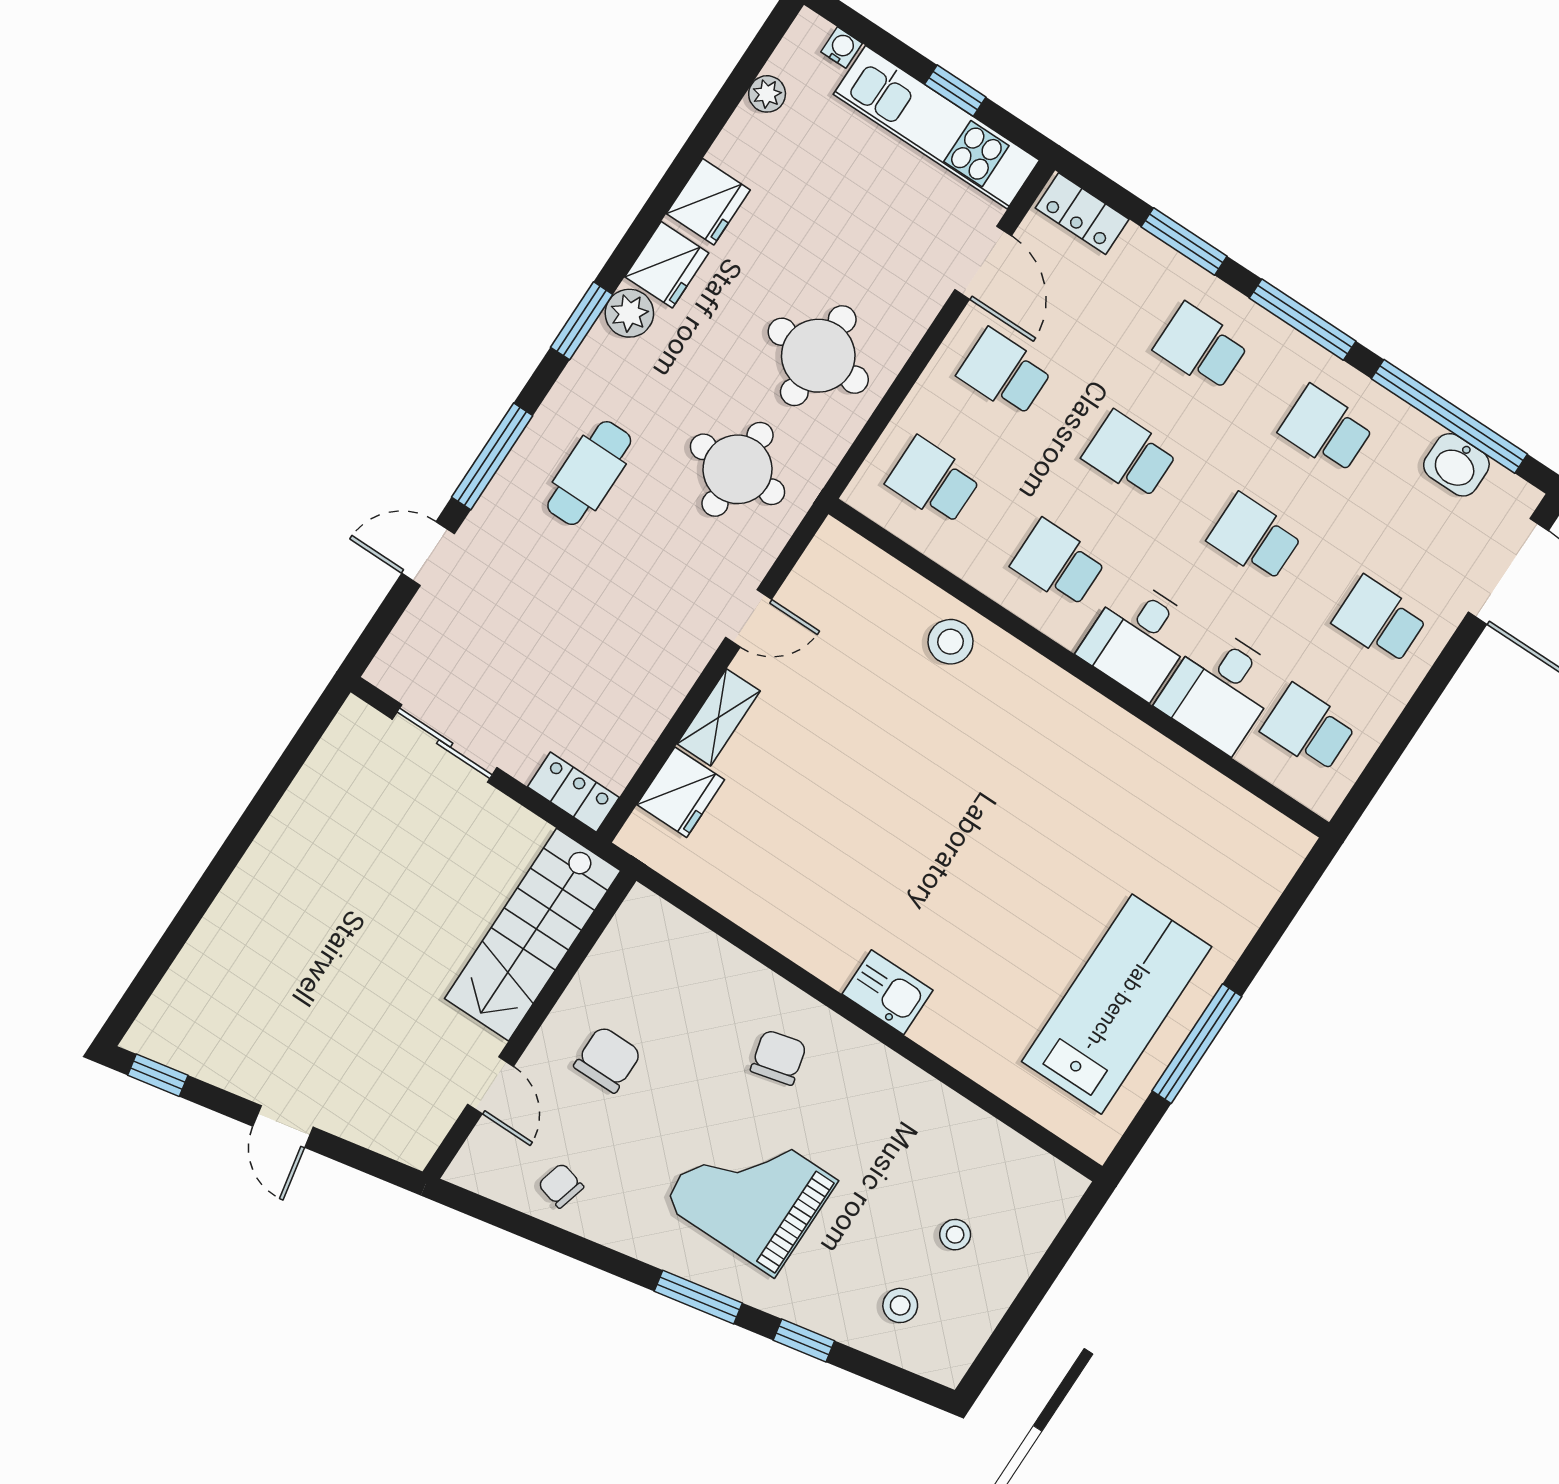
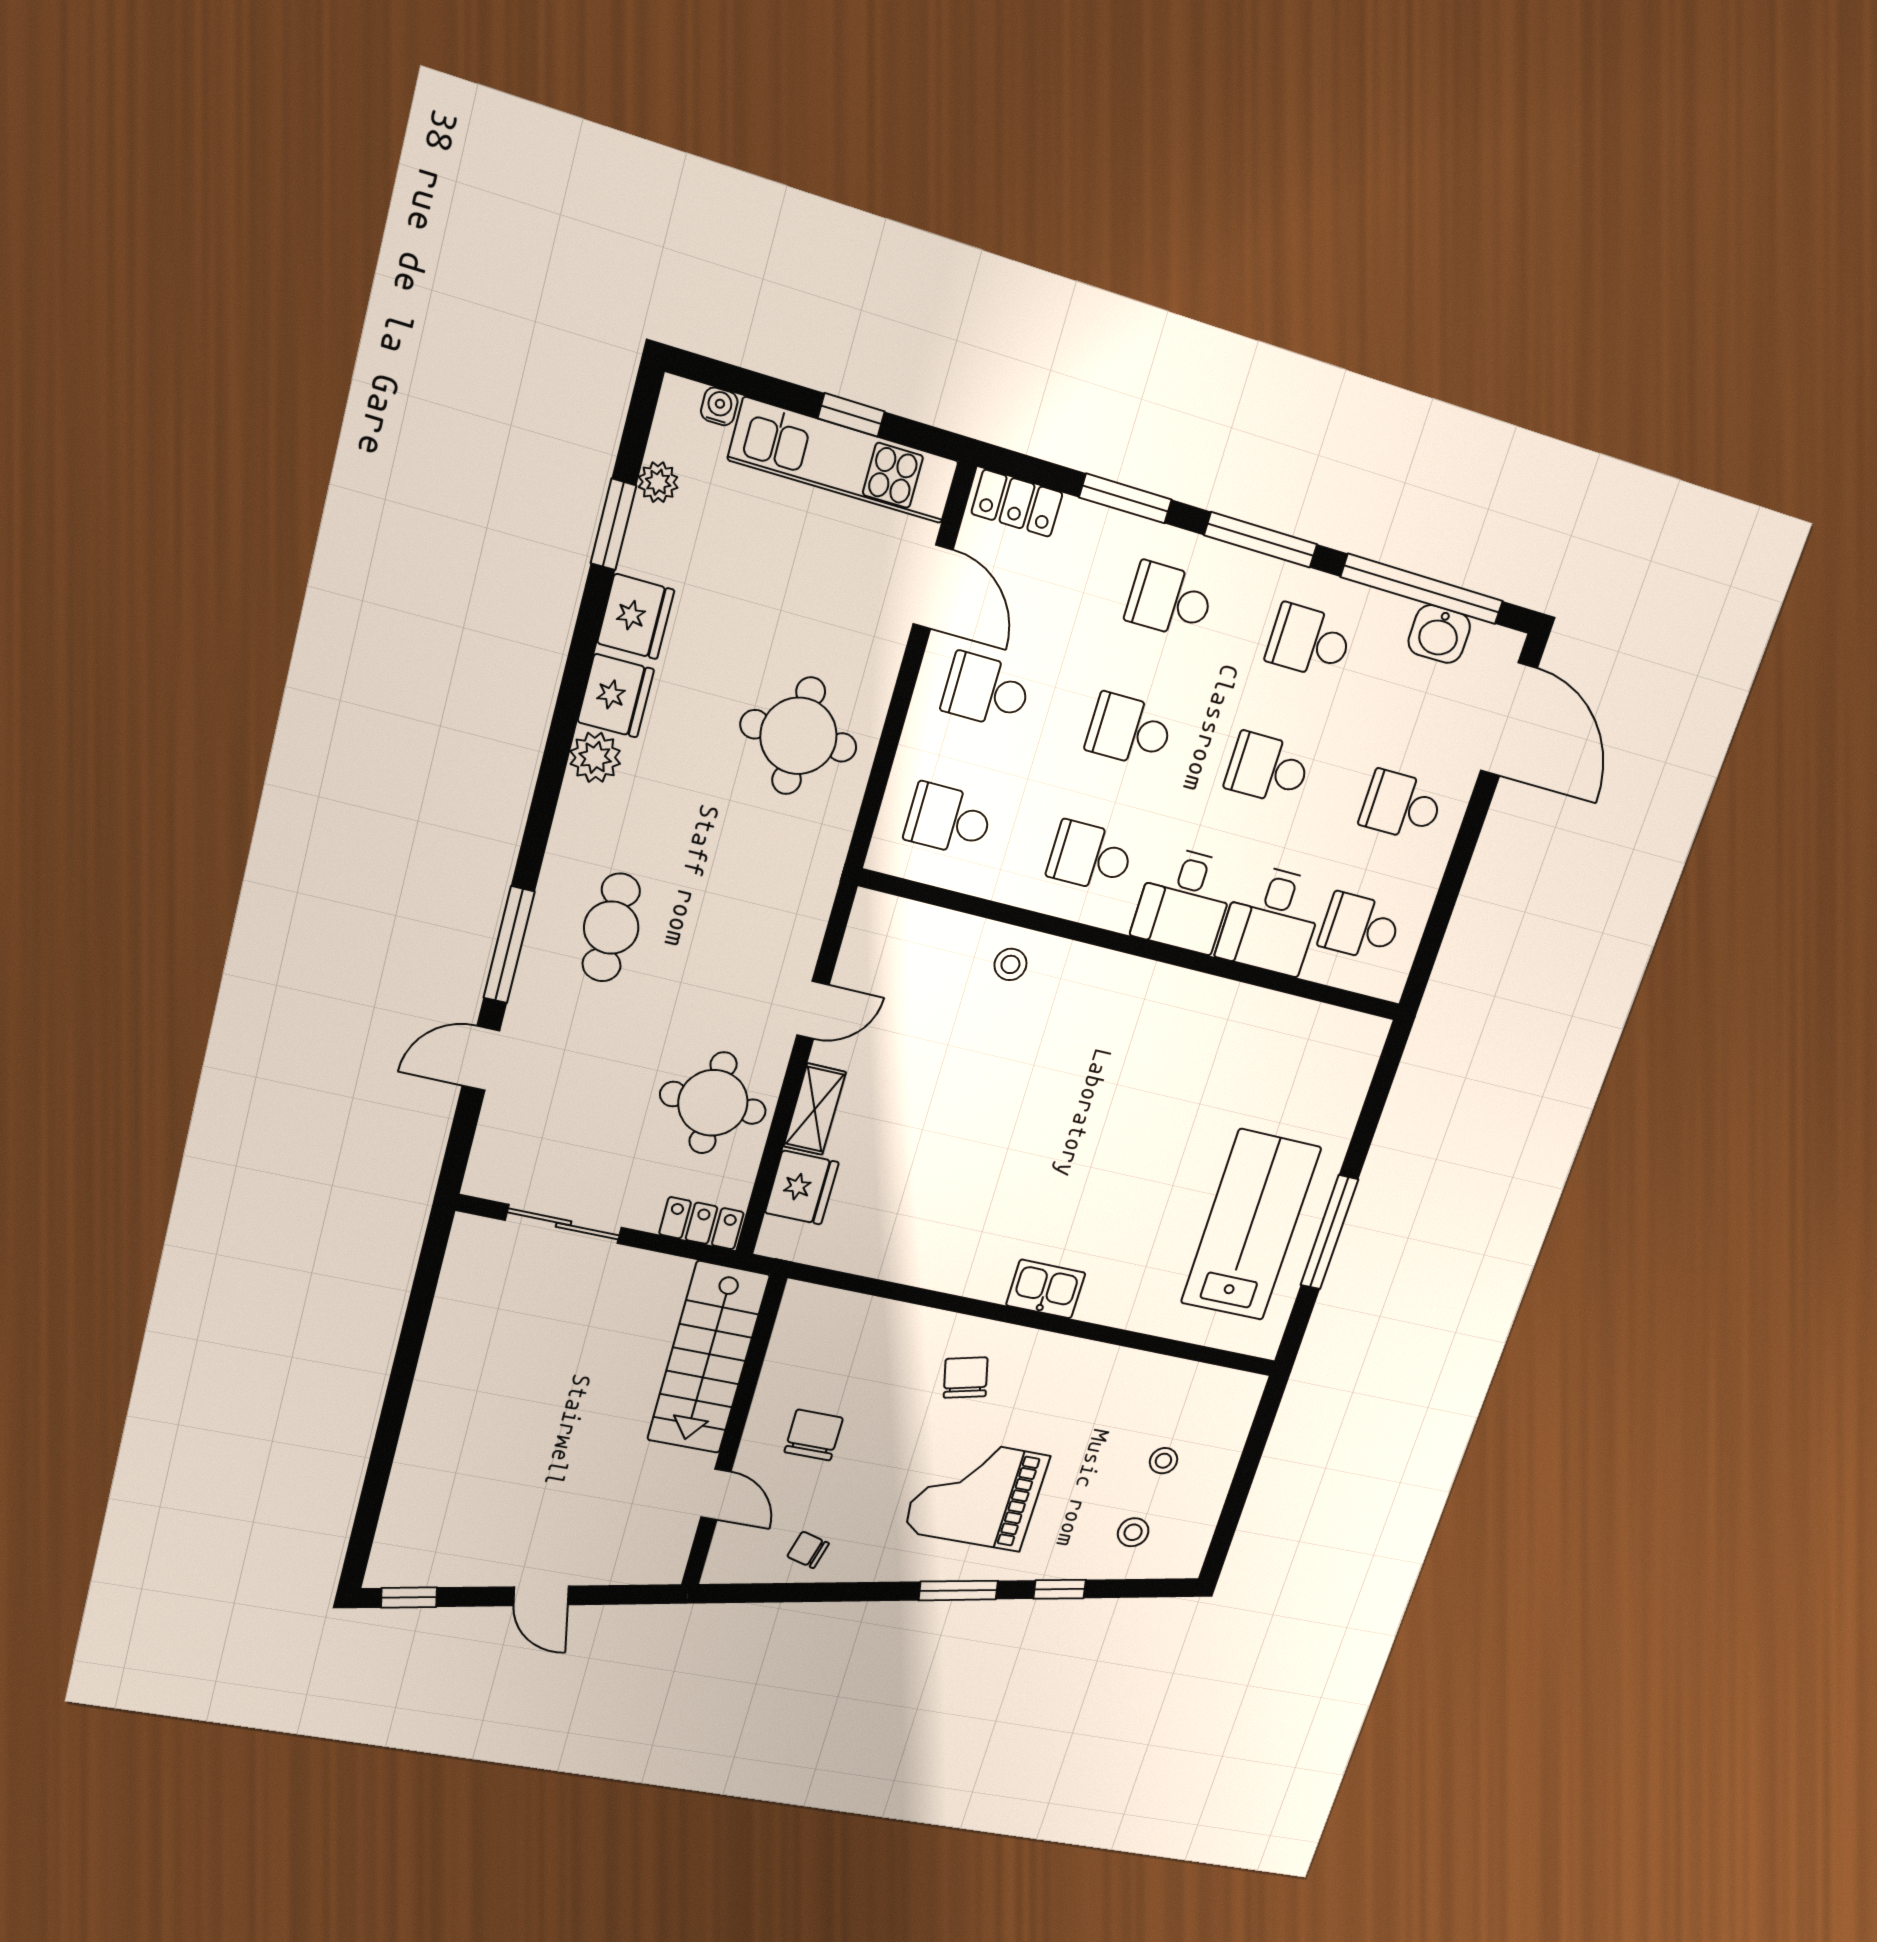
window: (582, 321) -> (613, 524), moved
round table: (738, 469) -> (713, 1103), moved
stool: (951, 642) -> (1010, 964), width x0.73, depth x0.73

